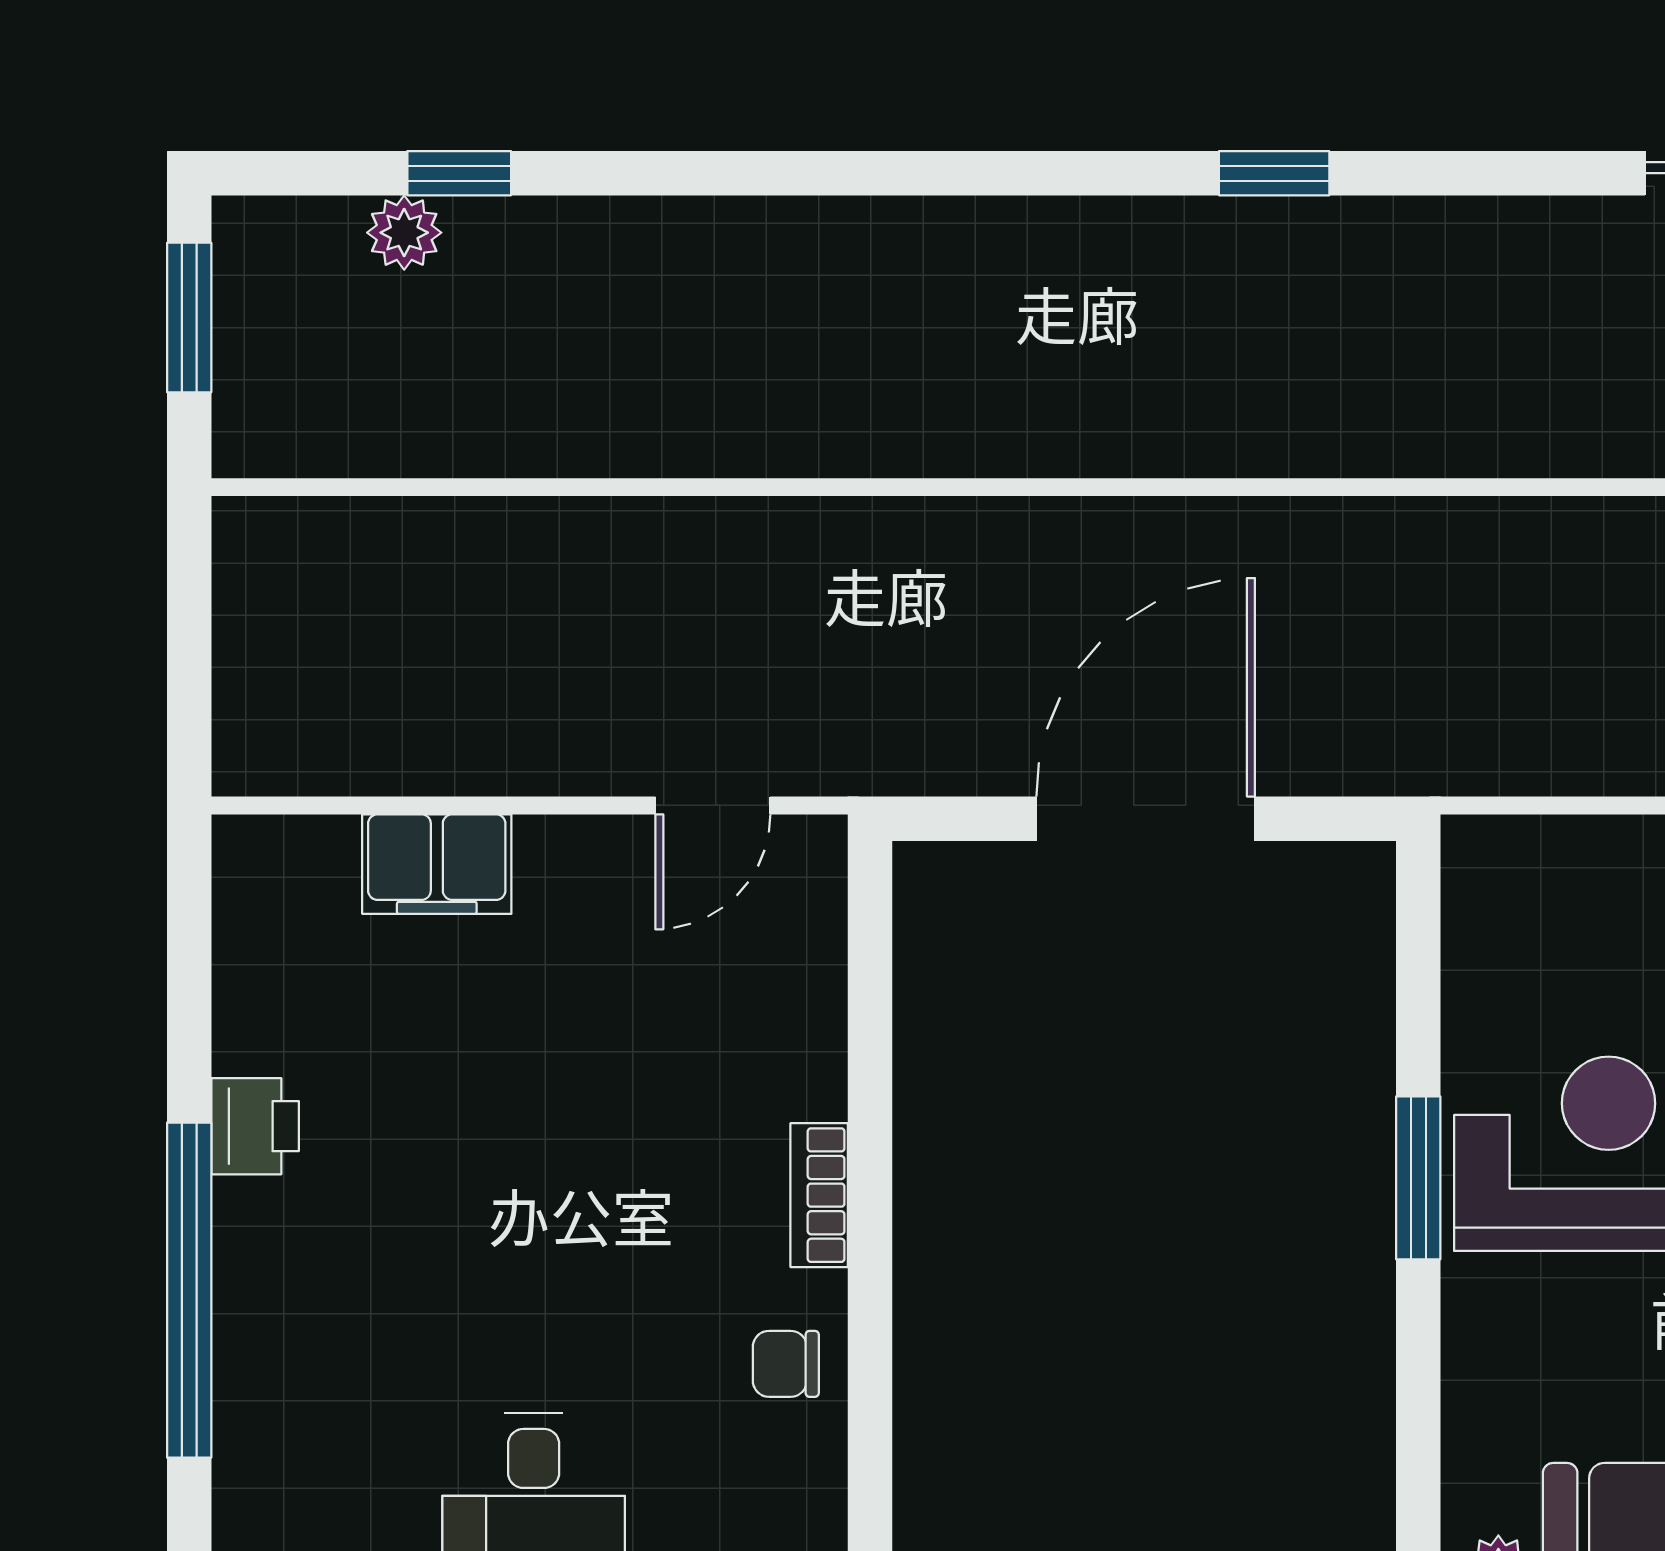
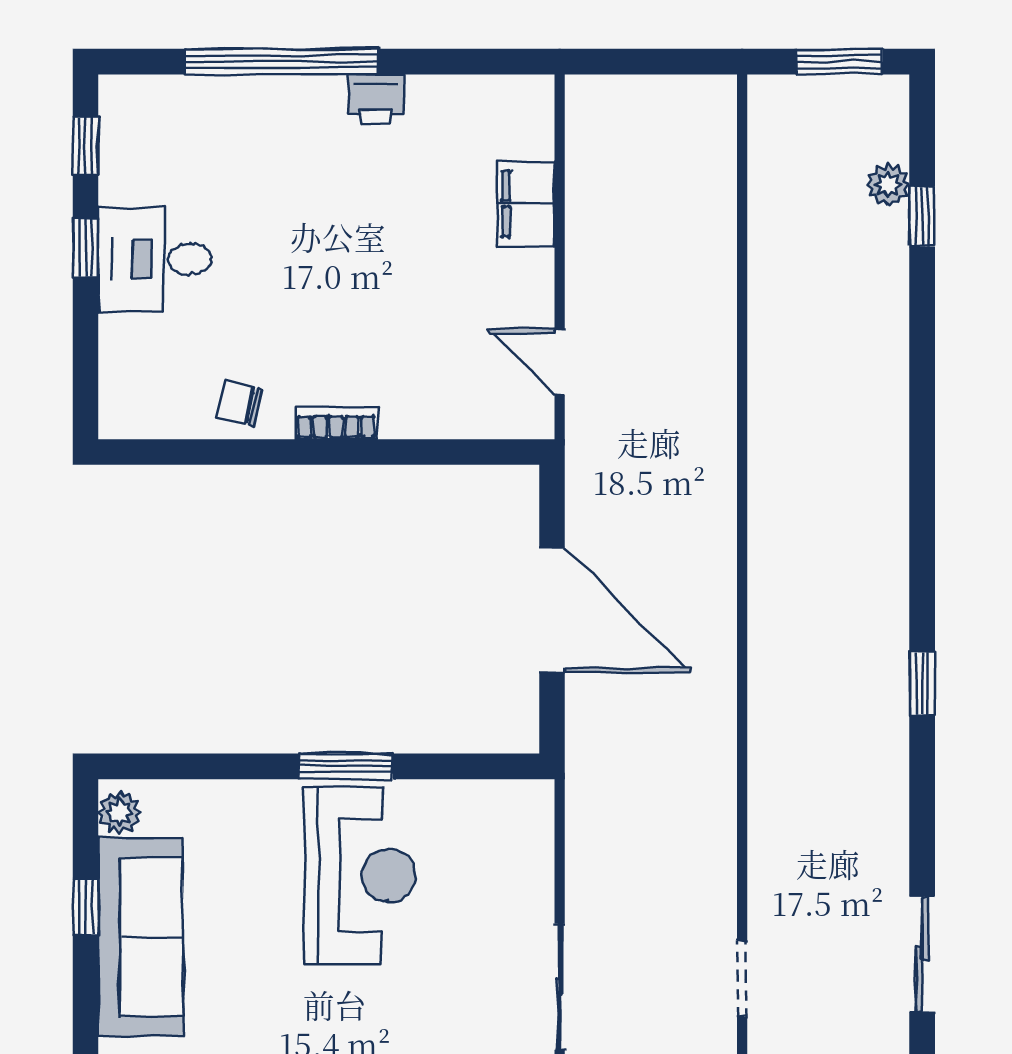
chair: (786, 1364) -> (239, 404), turned -77

